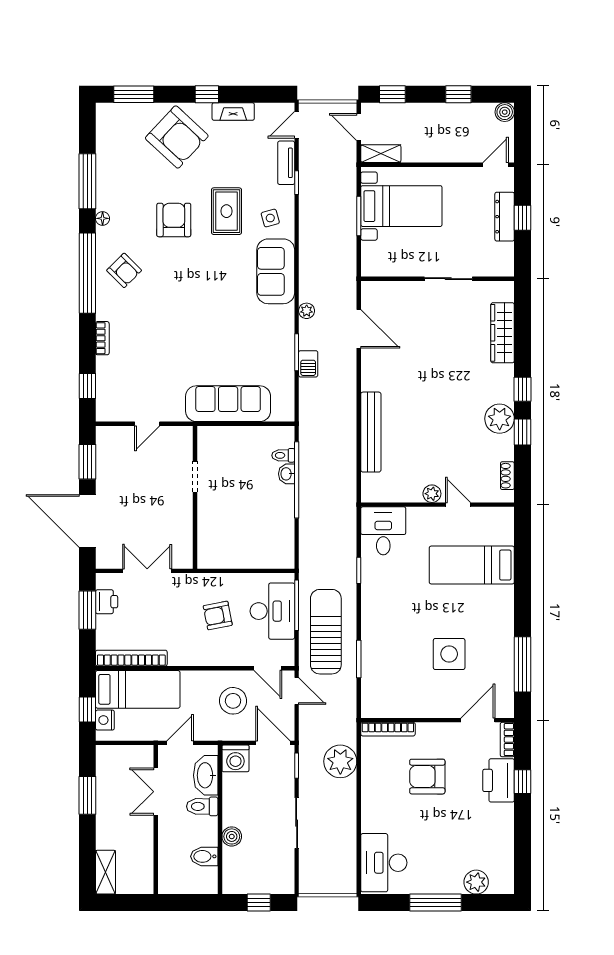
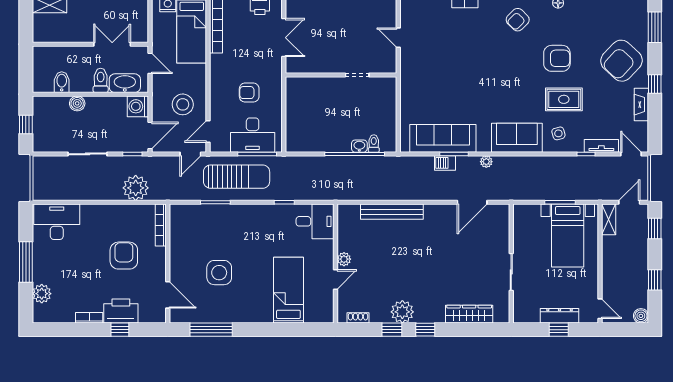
sofa: (228, 404) -> (443, 138), moved, turned -90
armchair: (218, 615) -> (249, 93), turned -79
bookcase: (507, 740) -> (89, 318), moved

